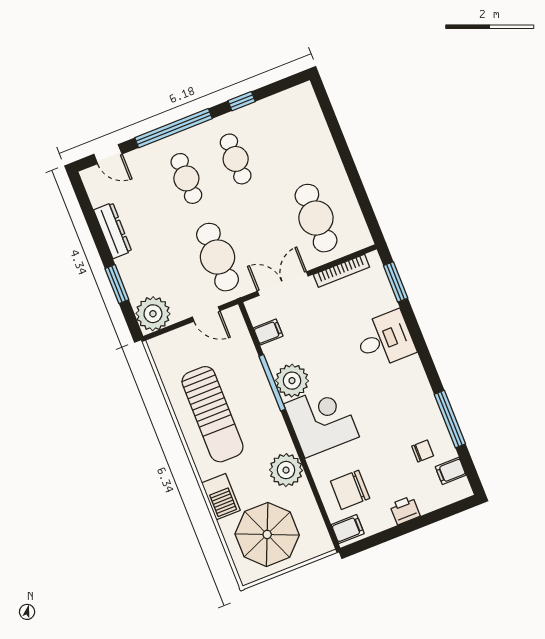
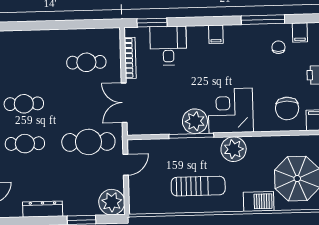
cafe table: (316, 218) -> (86, 62), width x0.73, depth x0.74
filing cabinet: (268, 332) -> (216, 34), moved, turned 180
desk: (385, 339) -> (168, 46), moved
sun lounger: (213, 414) -> (198, 186), width x0.73, depth x0.75
plant: (286, 470) -> (234, 149), moved

